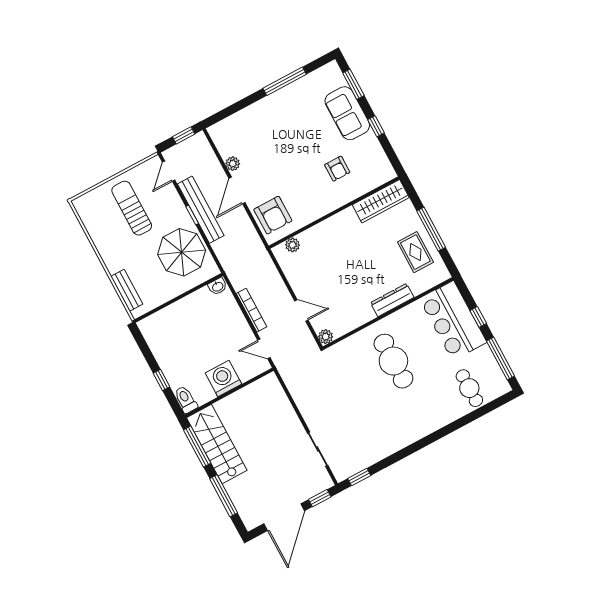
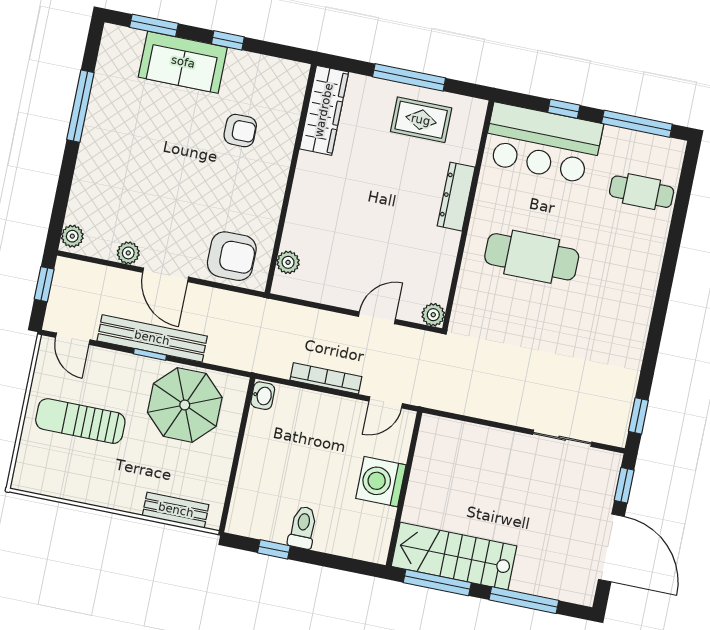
plant: (218, 130) -> (72, 236), added
window: (161, 380) -> (274, 549), moved
toilet: (186, 399) -> (303, 527), moved, turned 90

